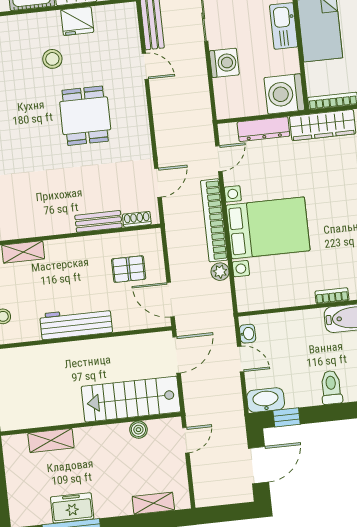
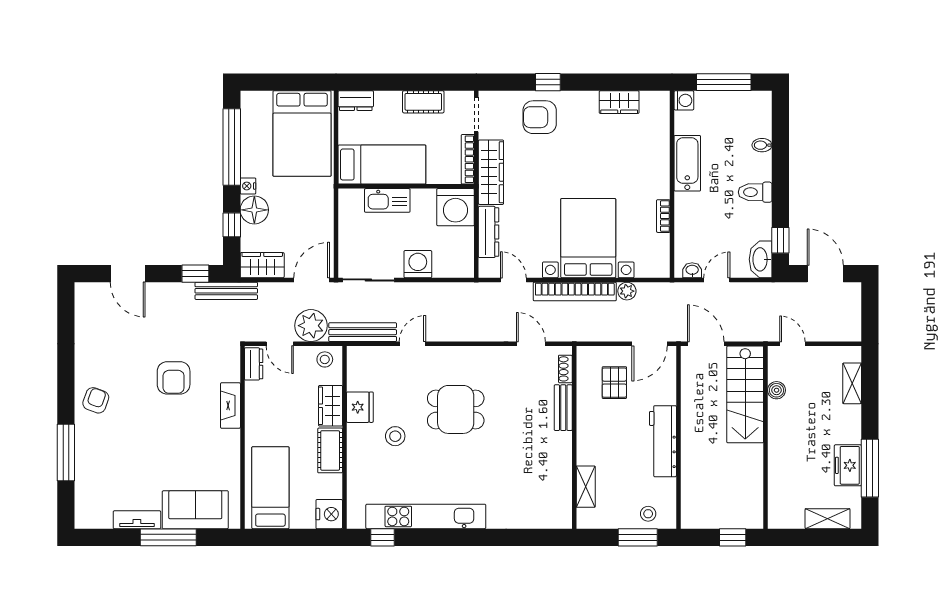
bookcase: (332, 296) -> (663, 216), moved
shelving: (51, 440) -> (828, 519), moved, turned 90

